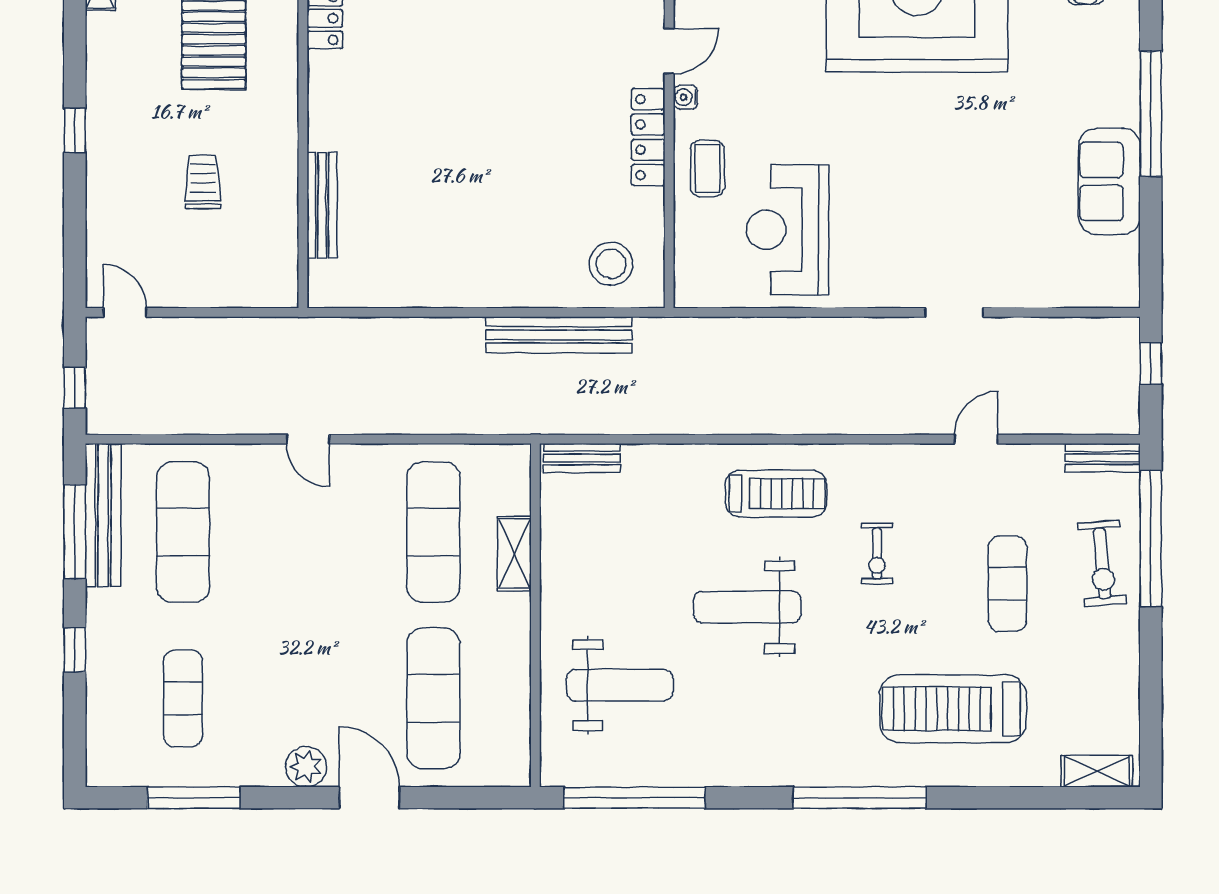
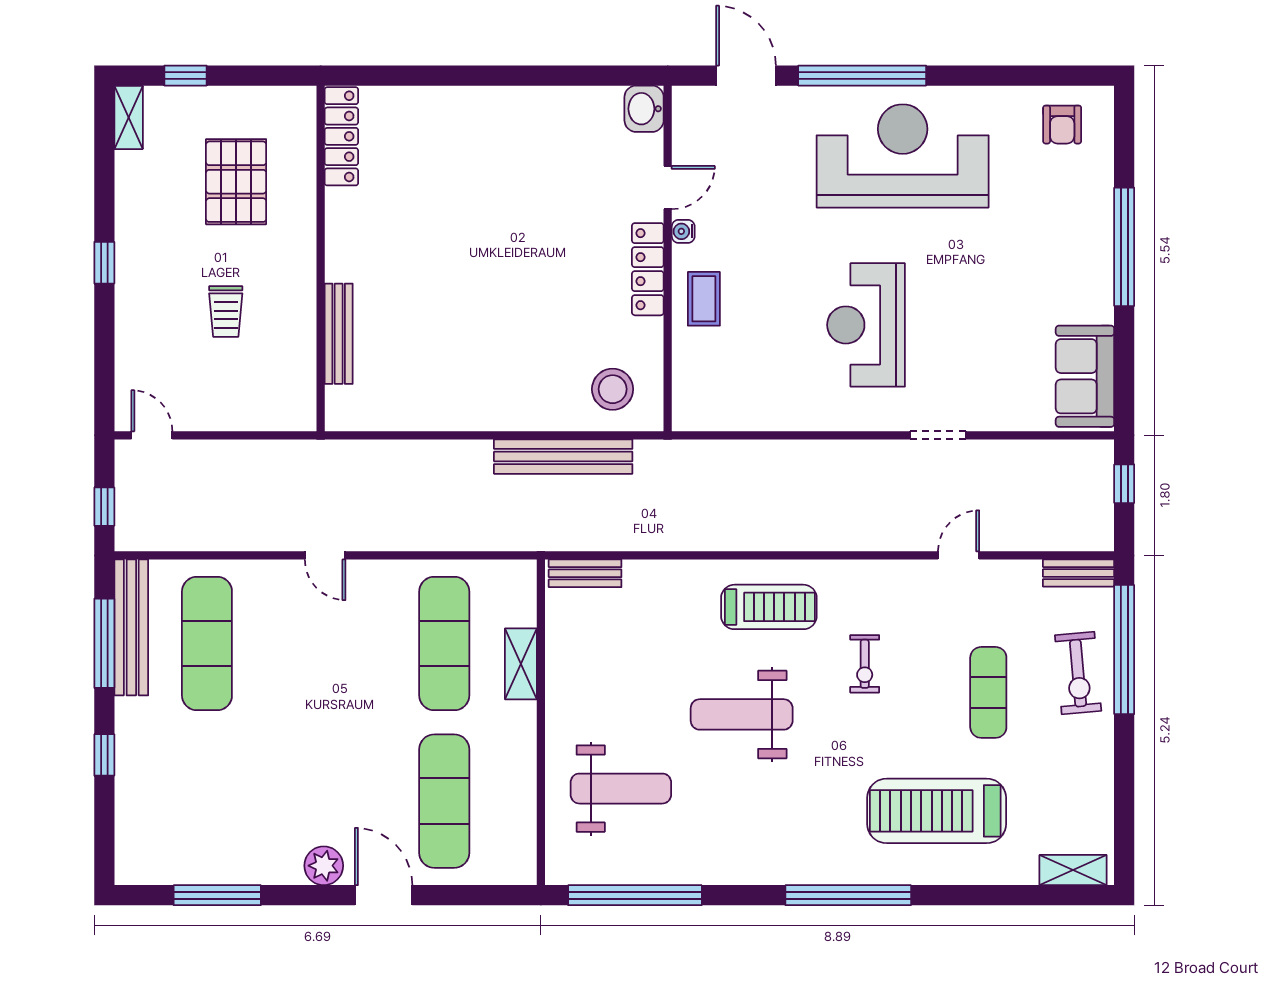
sofa: (1109, 181) -> (1085, 376), moved
trolley: (203, 182) -> (226, 312), turned 180
reception desk: (787, 230) -> (866, 325), moved
exercise mat: (183, 698) -> (207, 801), removed

